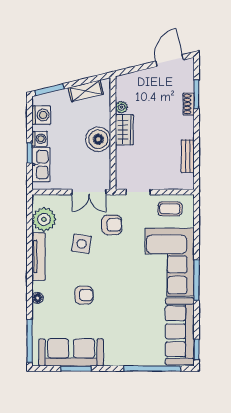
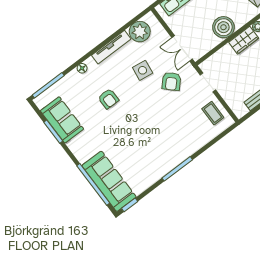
armchair: (112, 225) -> (171, 81), turned 43
corner sofa: (170, 262) -> (176, 141), removed
sofa: (180, 331) -> (109, 181), moved, turned 90
sofa: (71, 352) -> (62, 120), width x0.73

